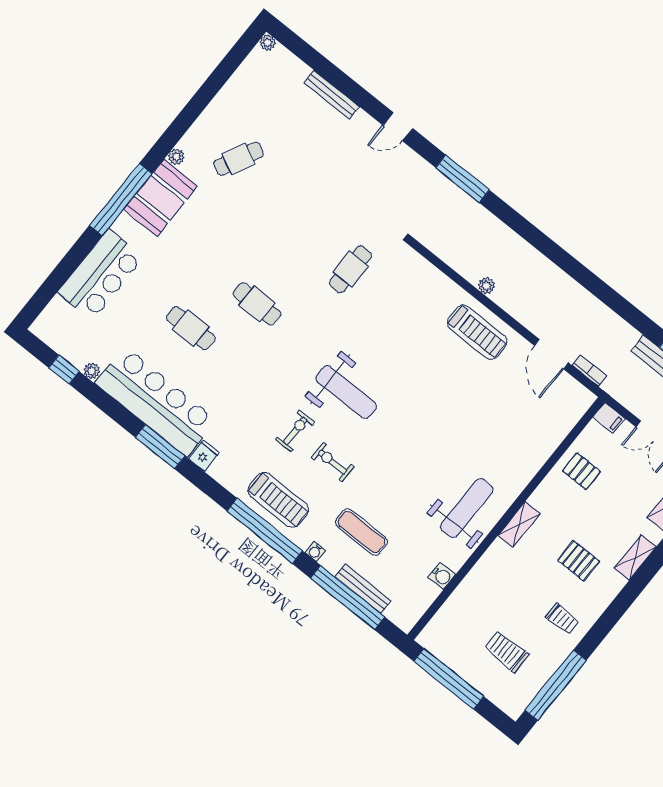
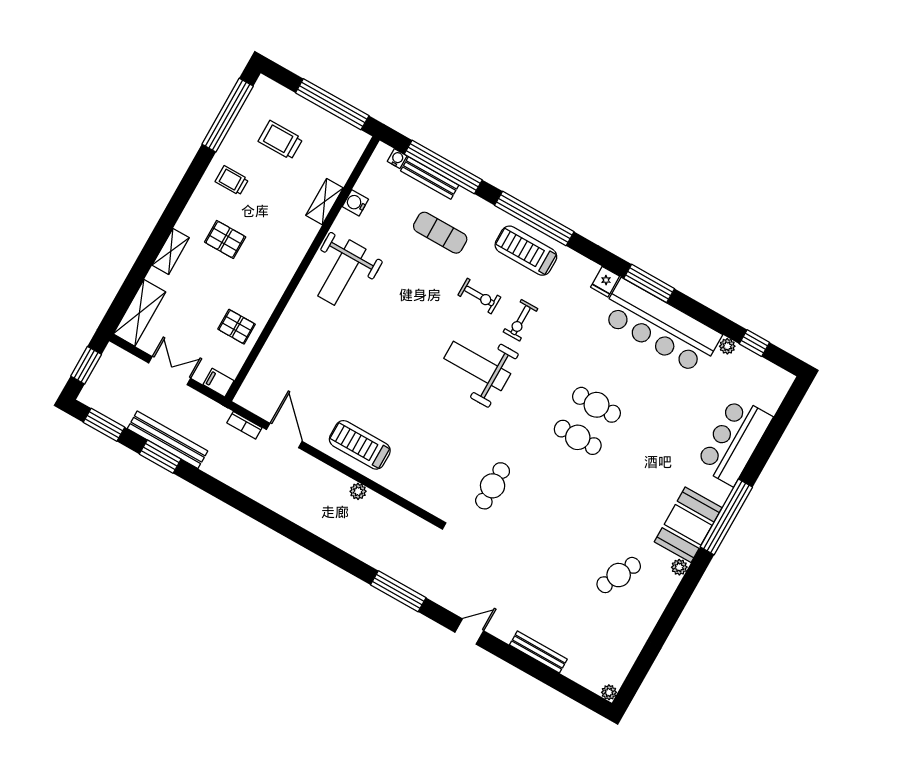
cafe table: (191, 328) -> (596, 405), moved
shelving: (519, 524) -> (325, 202), moved
water cooler: (315, 551) -> (397, 159), moved
trolley: (507, 651) -> (280, 140), turned 180

